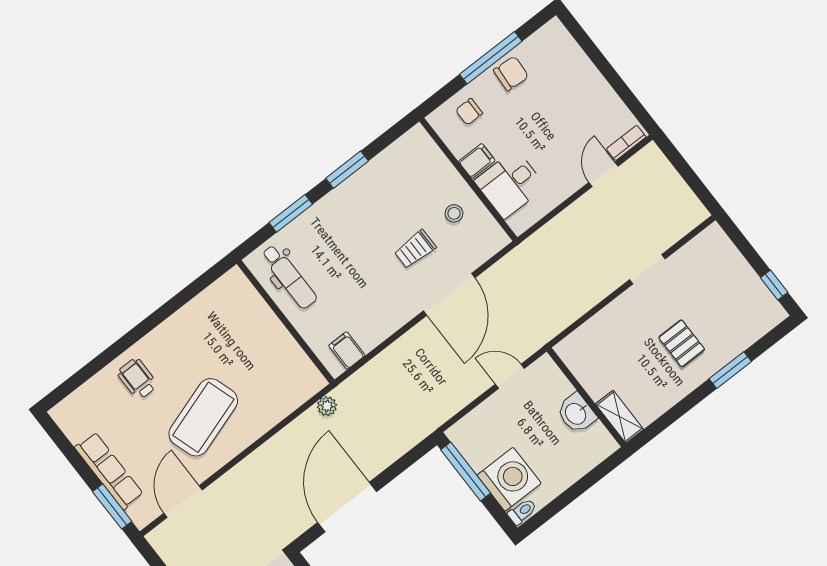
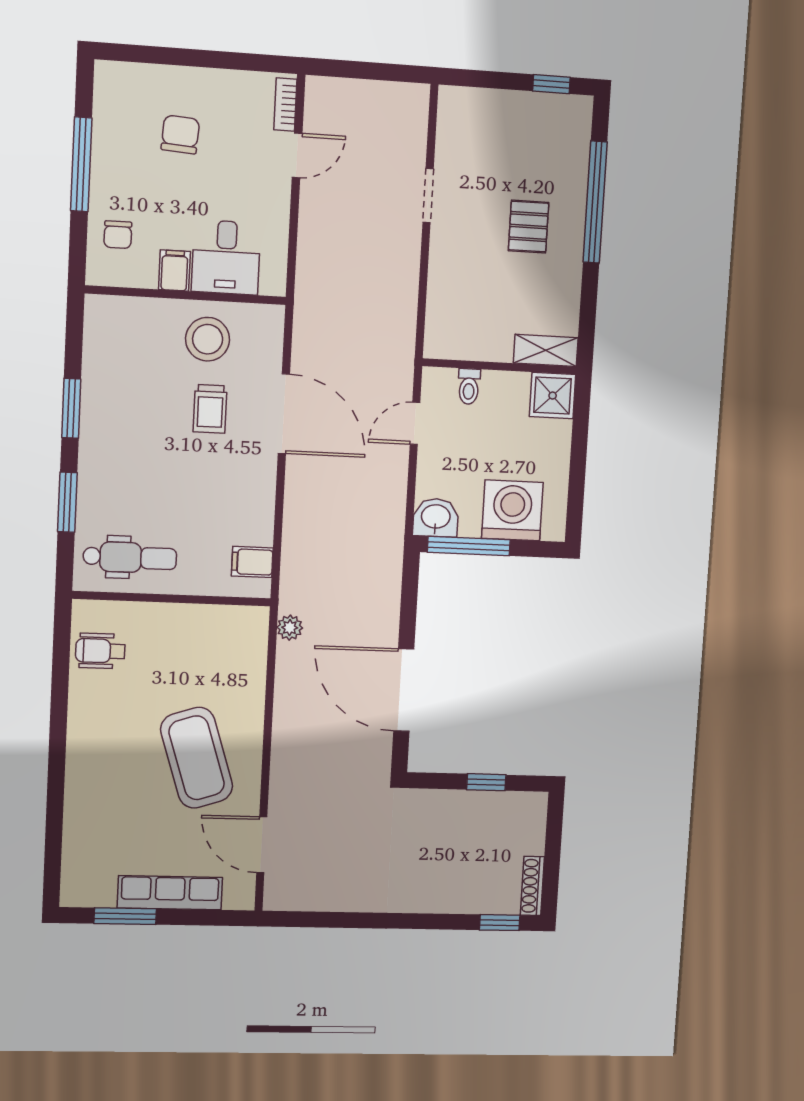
chair: (511, 73) -> (180, 134), moved
door: (603, 174) -> (297, 155), swing flipped
stool: (454, 213) -> (208, 339), width x1.89, depth x1.89
pallet: (682, 343) -> (529, 227), turned 90
window: (730, 370) -> (595, 202), width x2.11
wheelchair: (137, 379) -> (100, 651), moved
washbasin: (576, 413) -> (436, 518), moved, turned 180
shower: (597, 444) -> (553, 396), added
window: (112, 506) -> (125, 916), moved
toilet: (522, 511) -> (469, 386), moved, turned 180

